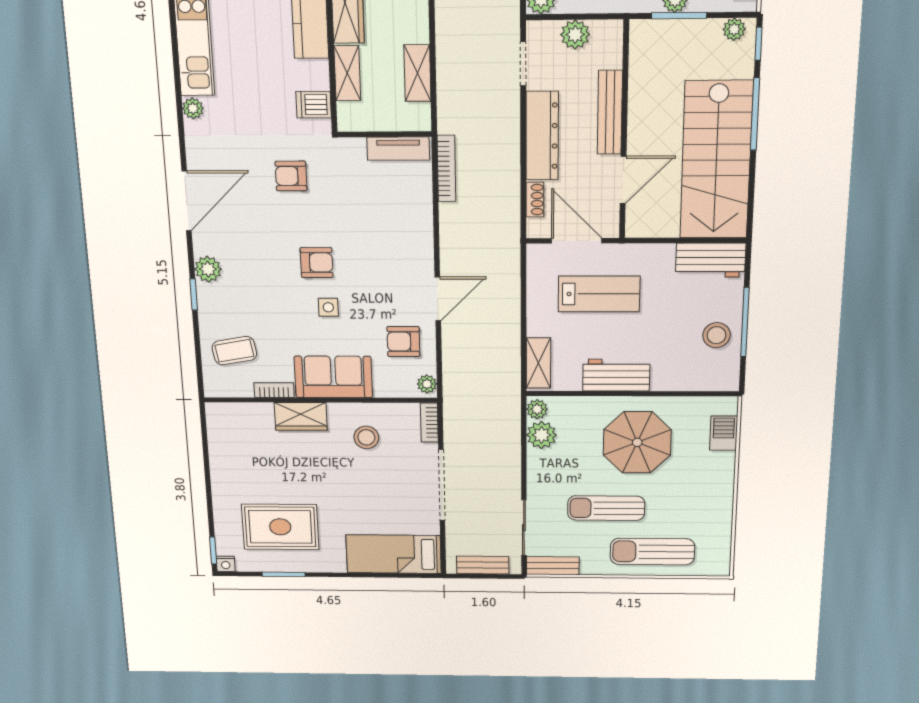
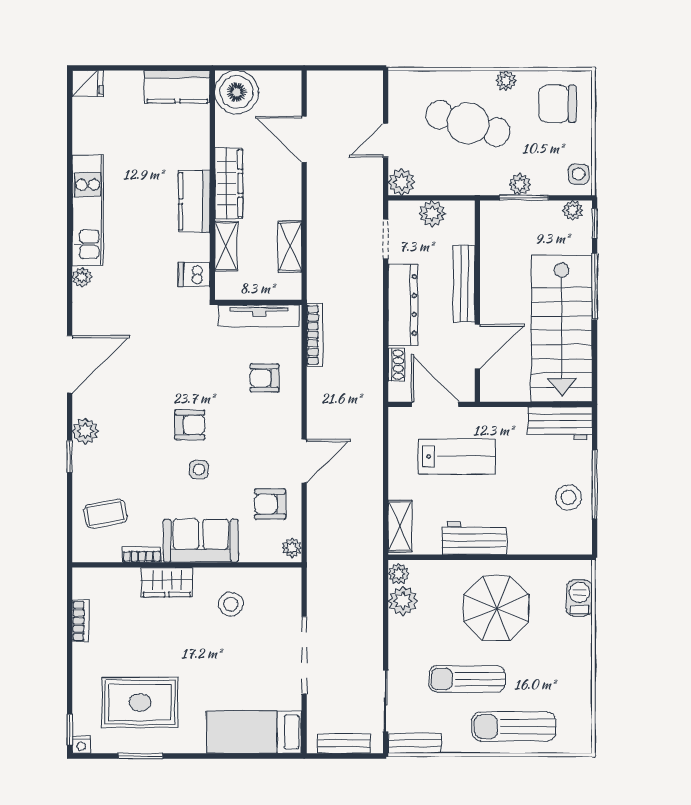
tv unit: (398, 149) -> (259, 316), width x1.41
armchair: (291, 176) -> (264, 378), moved
bookcase: (429, 423) -> (81, 621), moved, turned 180

